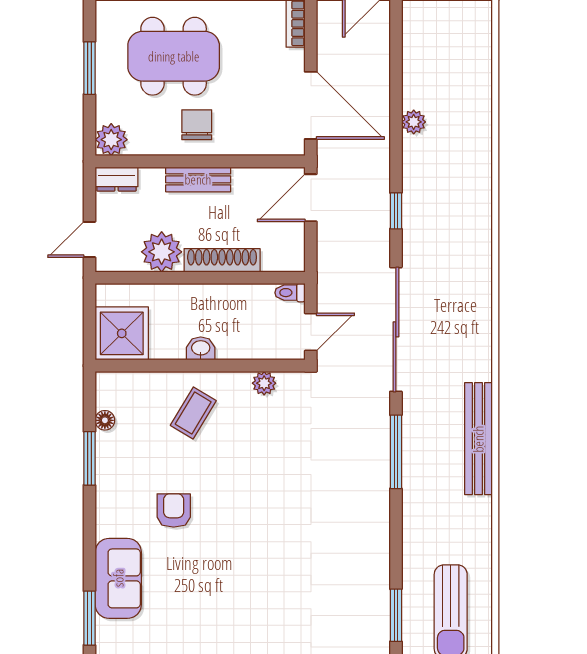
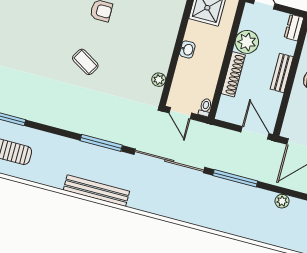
window: (396, 211) -> (235, 178), width x2.17
coffee table: (193, 413) -> (85, 62), moved

